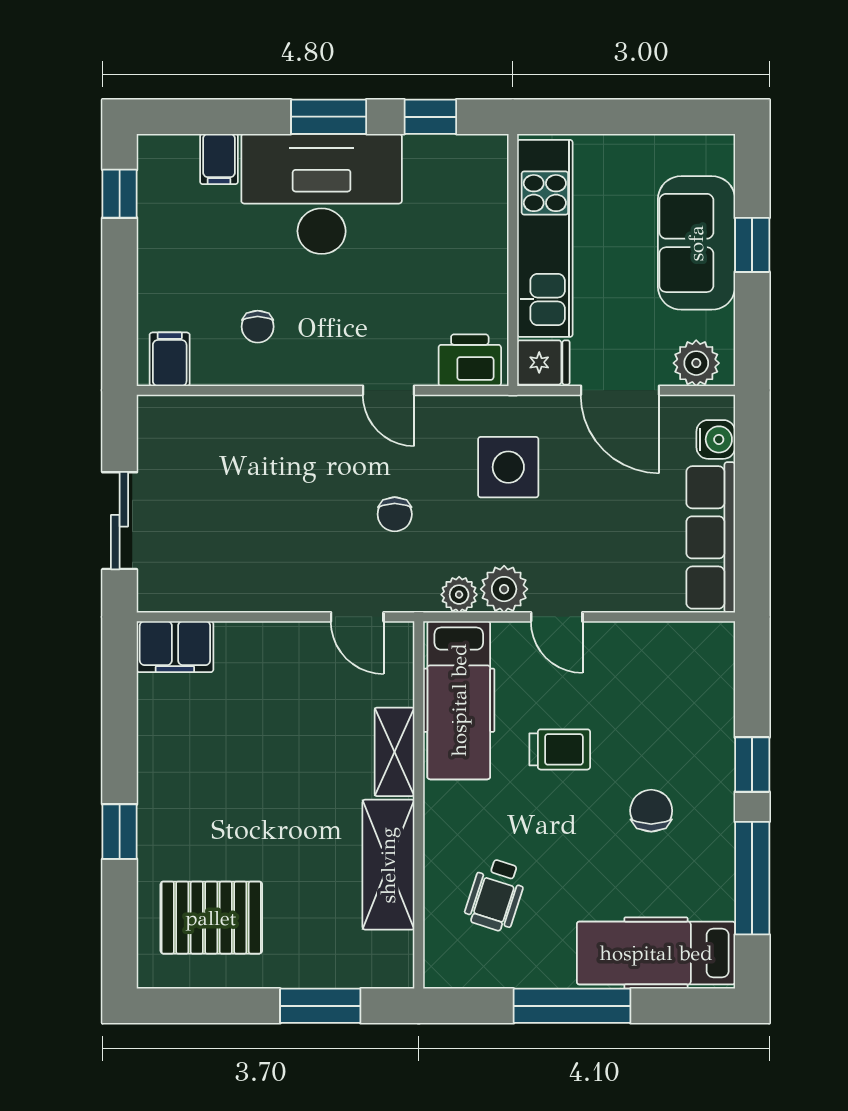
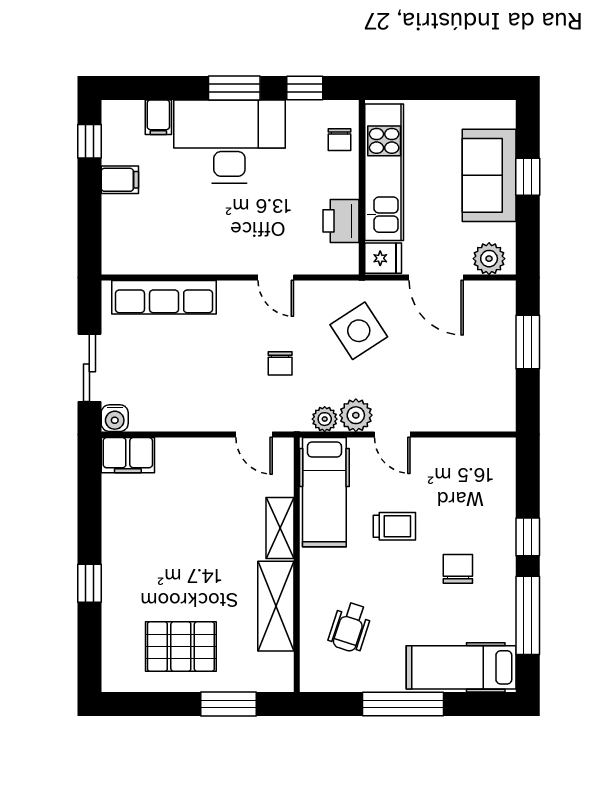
chair: (258, 327) -> (339, 140), moved
filing cabinet: (170, 359) -> (120, 180), moved, turned 90
printer: (470, 360) -> (341, 221), moved, turned -90
water cooler: (716, 439) -> (115, 418), moved, turned 90
side table: (508, 467) -> (359, 331), turned -33
window: (752, 483) -> (528, 342), added
row of seats: (711, 537) -> (164, 297), moved, turned -90
pallet: (211, 918) -> (181, 646), moved

